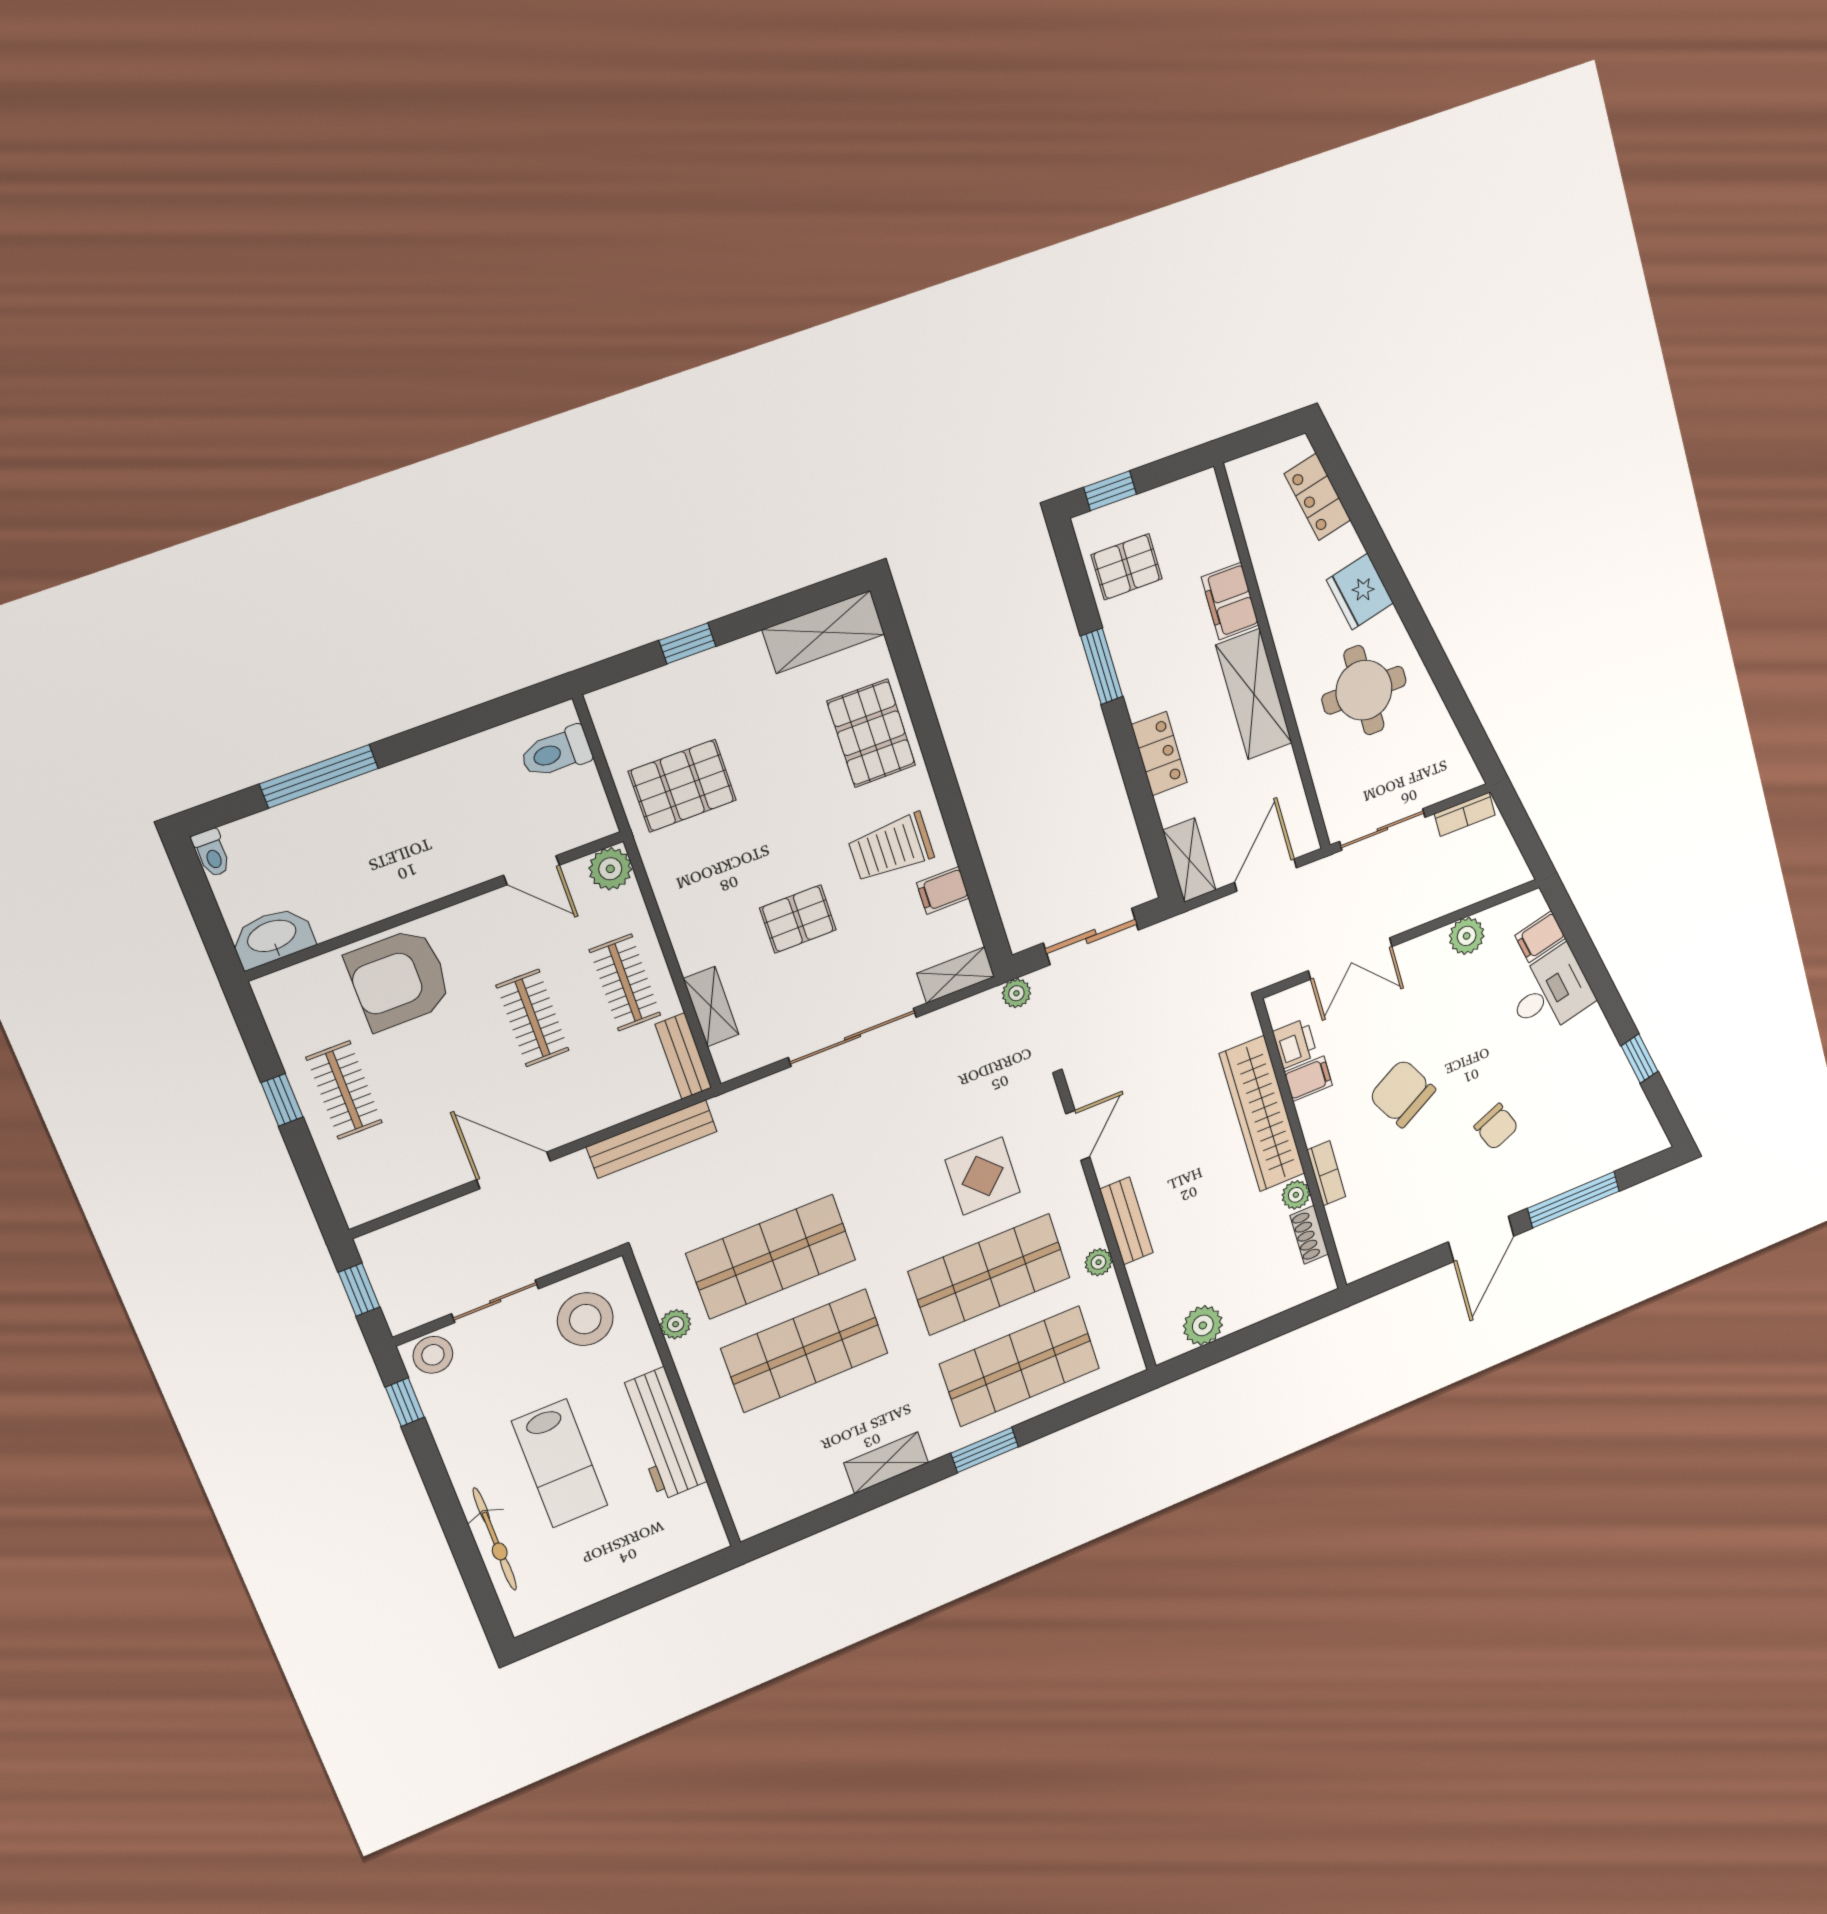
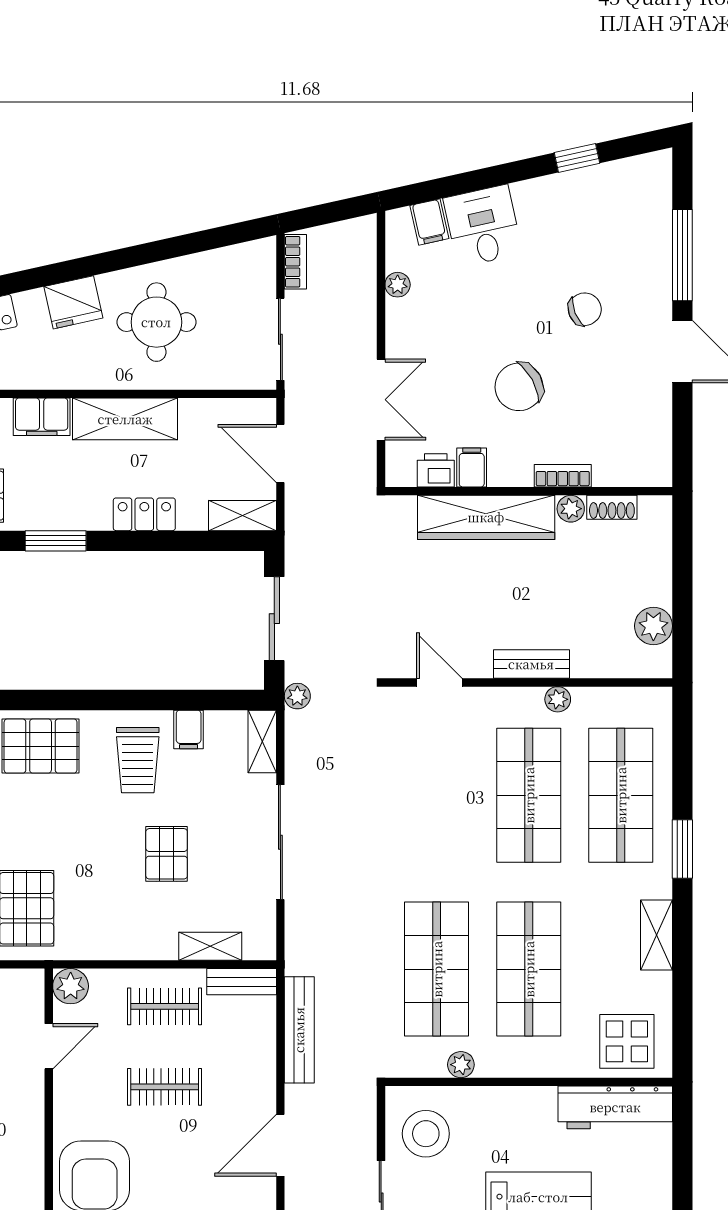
plant: (1467, 936) -> (398, 285), width x0.73, depth x0.73
display table: (983, 1176) -> (627, 1041), moved
workbench: (662, 1434) -> (615, 1107), moved

